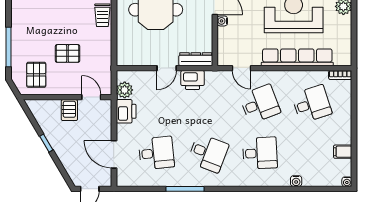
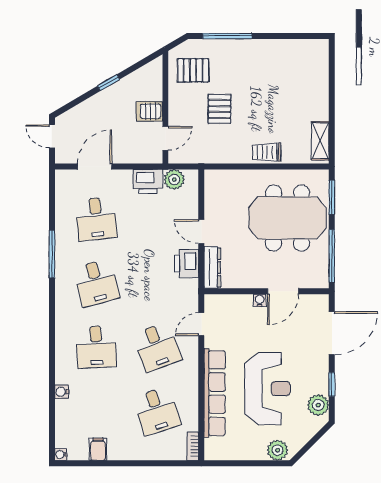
desk: (208, 153) -> (96, 283), turned -36

